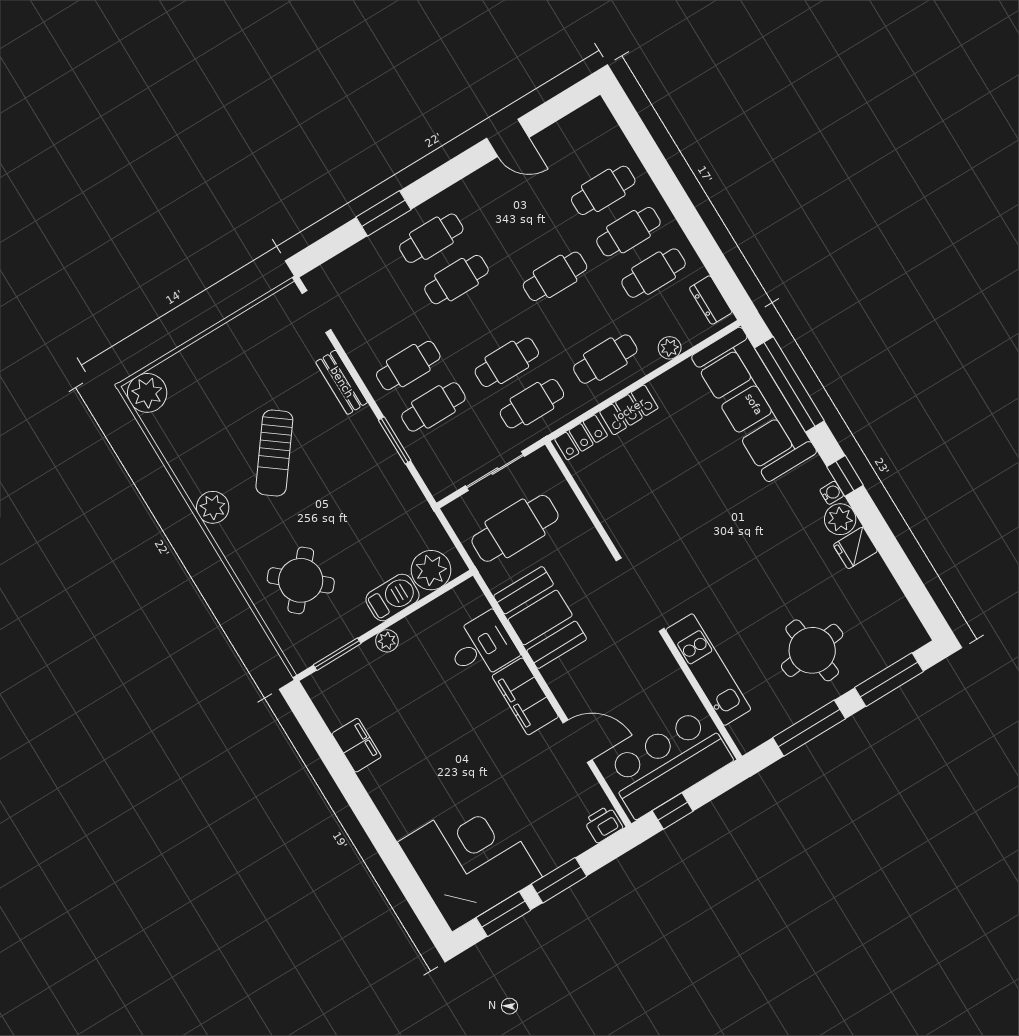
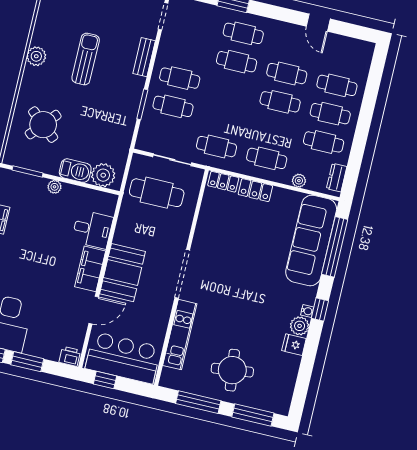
cafe table: (507, 362) -> (287, 74), moved
sun lounger: (274, 453) -> (86, 59), turned 143
booth: (540, 618) -> (122, 273), moved
door: (578, 741) -> (94, 310), hinge flipped

